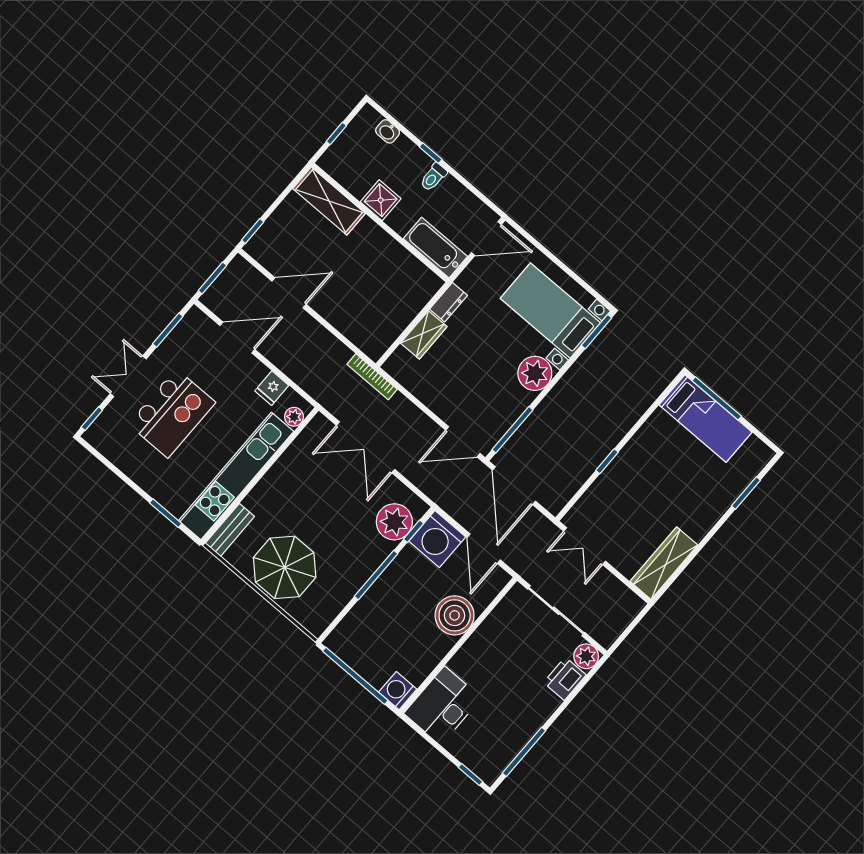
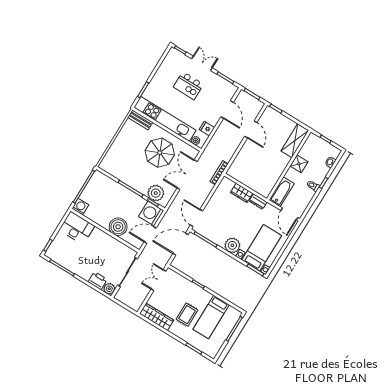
kitchen island: (172, 413) -> (188, 86), width x0.73, depth x0.78
bed: (705, 419) -> (211, 317), moved
rug: (670, 496) -> (187, 315), added
parasol: (285, 567) -> (160, 153), moved

